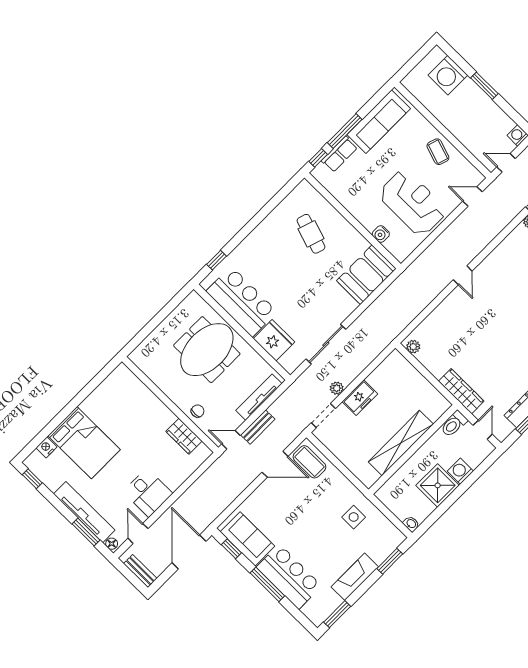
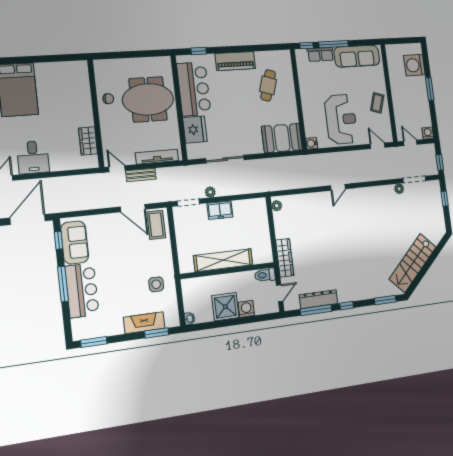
water cooler: (381, 234) -> (312, 143), moved
piano: (260, 238) -> (235, 61), added
chair: (198, 411) -> (108, 99), moved
fireplace: (355, 577) -> (144, 323), moved

